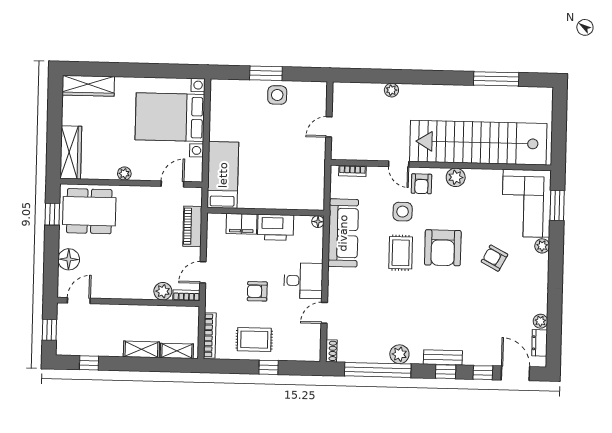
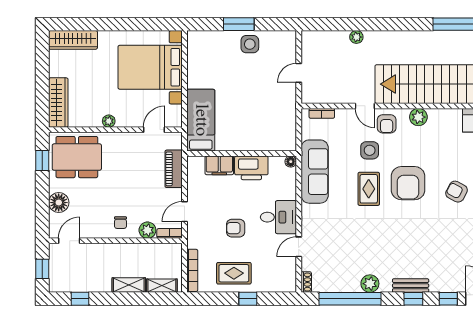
chair: (134, 283) -> (120, 223), added

